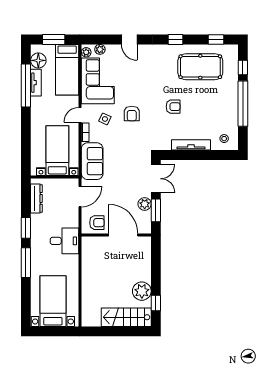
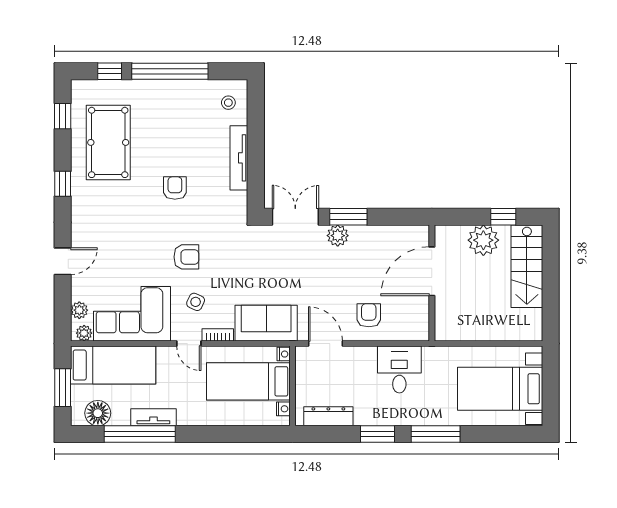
tv unit: (36, 83) -> (153, 417), moved
wall: (116, 235) -> (432, 283), moved
door: (123, 235) -> (432, 271), moved

